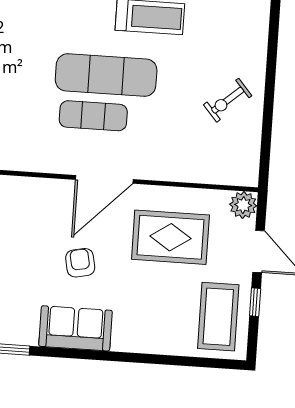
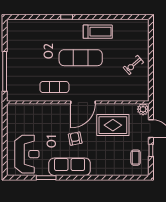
exercise mat: (93, 116) -> (54, 87), moved
coffee table: (218, 317) -> (136, 158), width x0.54, depth x0.58
sofa: (75, 328) -> (70, 167), width x1.36

